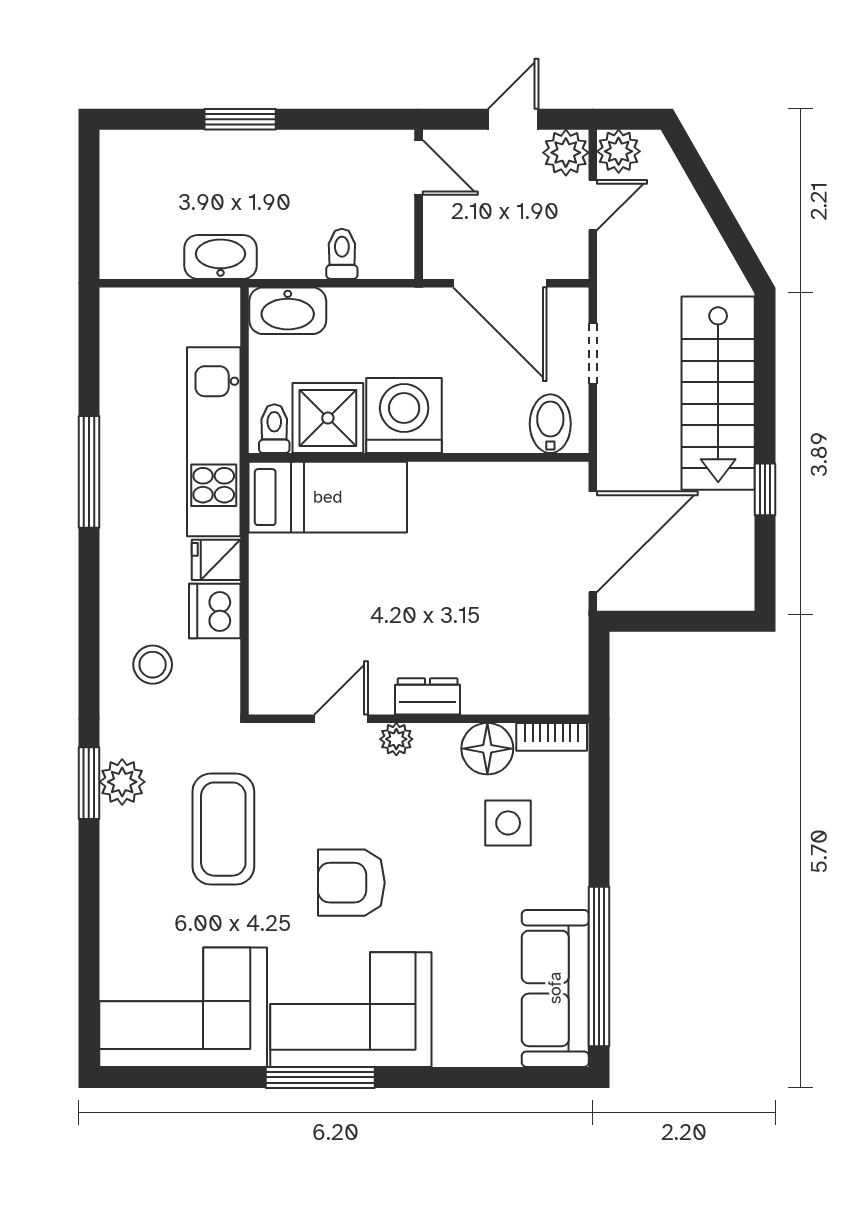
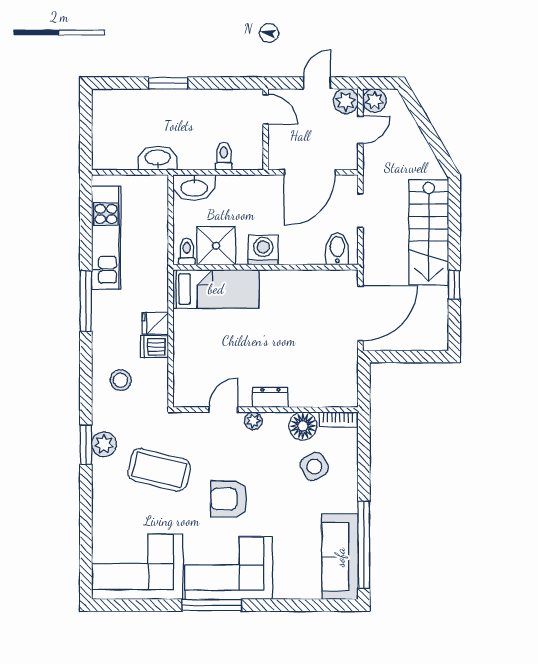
door: (500, 283) -> (310, 172), hinge flipped
washing machine: (404, 416) -> (263, 250), width x0.73, depth x0.73
kitchen unit: (214, 442) -> (106, 238), moved, turned 180
window: (89, 472) -> (86, 301), moved
dishwasher: (215, 611) -> (154, 347), width x0.73
side table: (508, 823) -> (314, 466), turned -30
coffee table: (223, 829) -> (159, 470), turned -76

